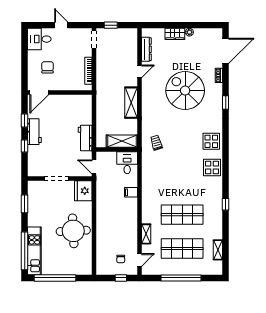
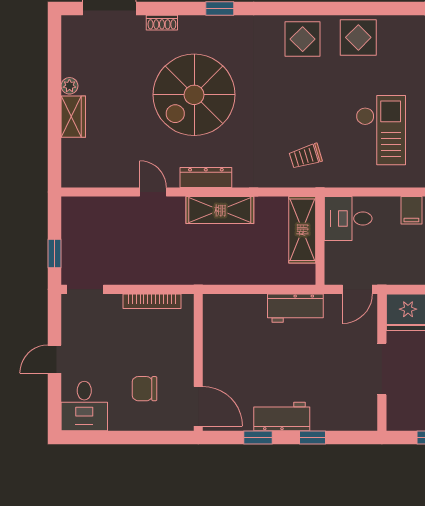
dresser: (146, 49) -> (206, 178), moved
checkout: (169, 178) -> (381, 130), added

